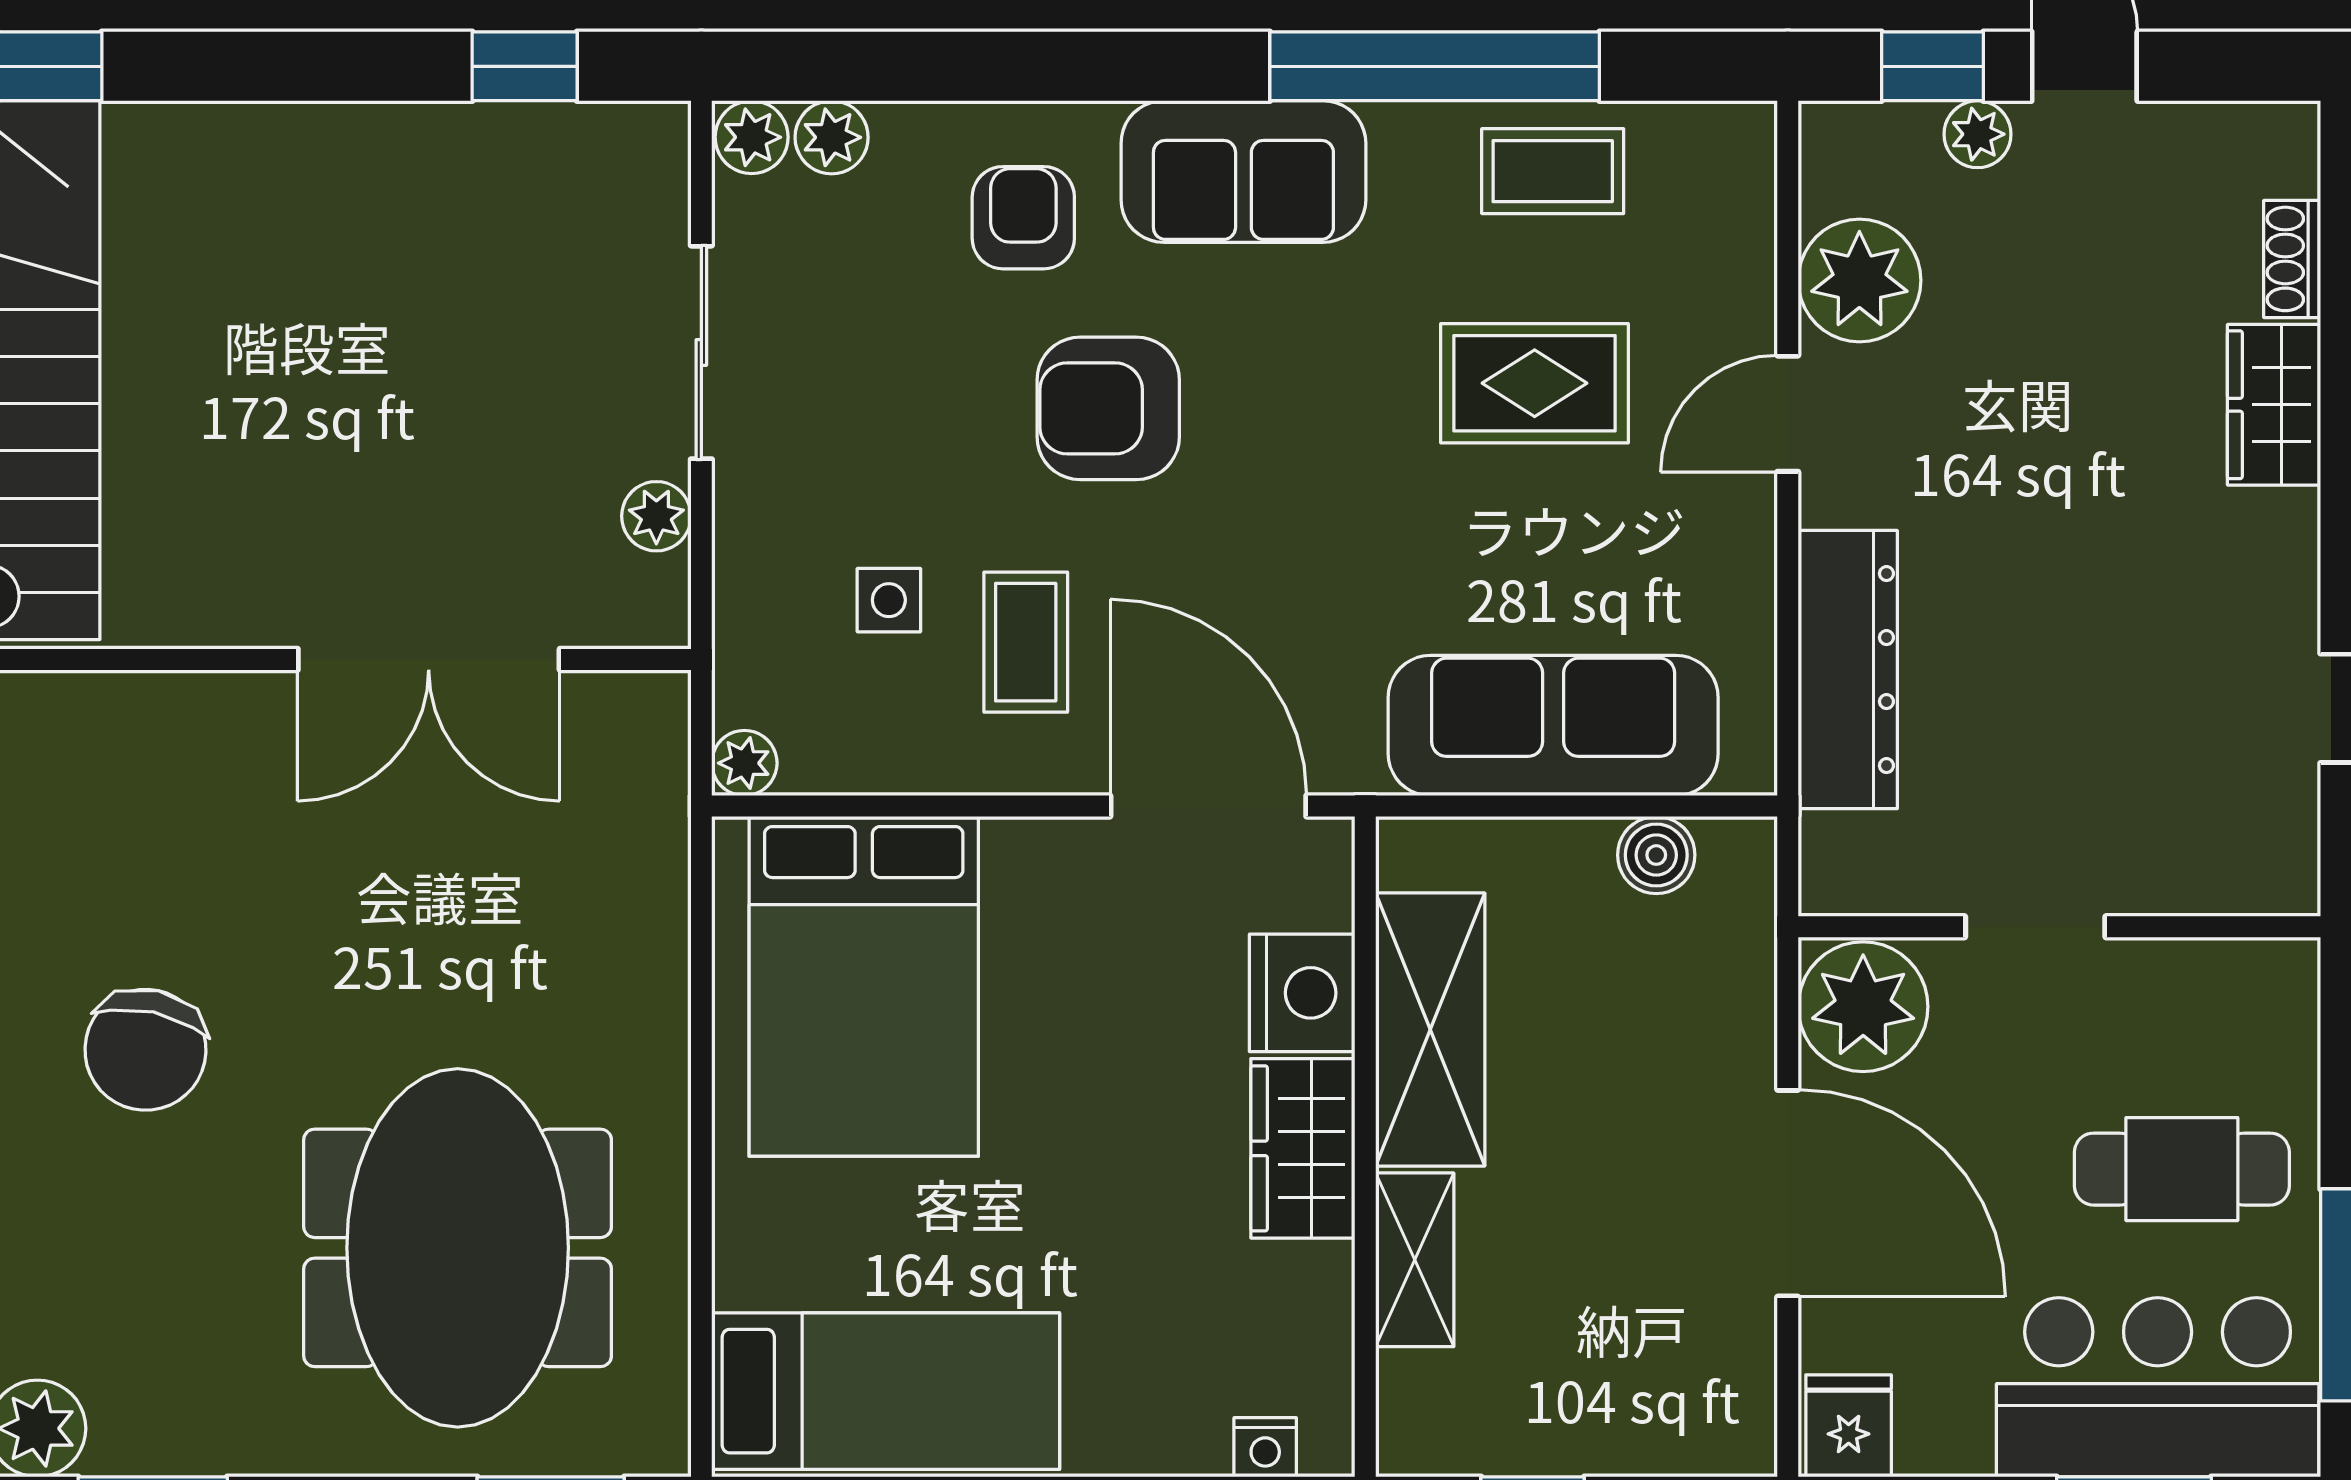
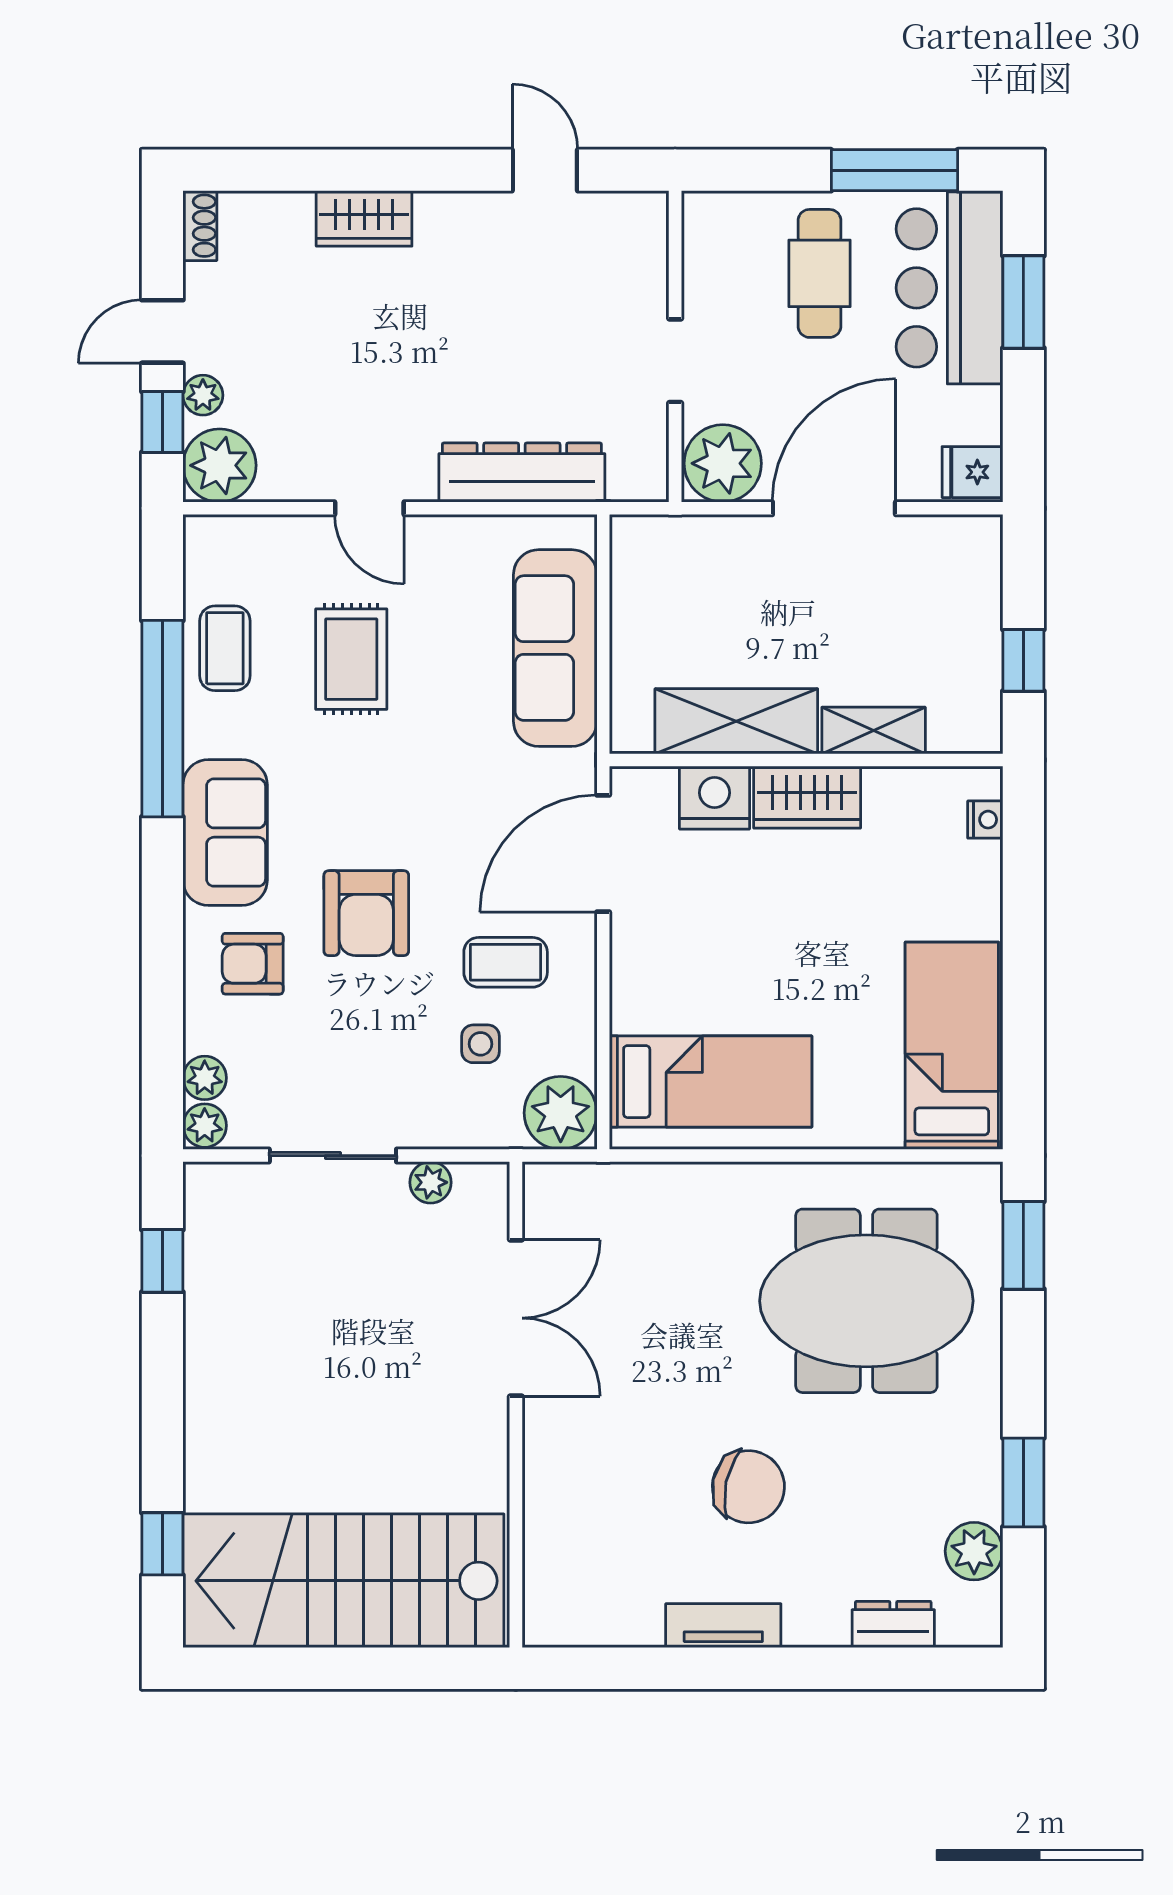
shoe rack: (2292, 259) -> (200, 226), moved, turned -90
plant: (1859, 280) -> (220, 465), moved
plant: (744, 763) -> (561, 1113), width x1.87, depth x1.87
boiler: (1656, 855) -> (632, 587), removed
bed: (864, 986) -> (711, 1082), width x0.67

